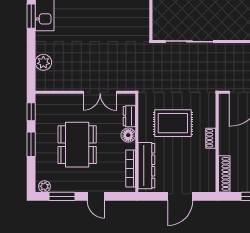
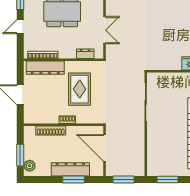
double door: (100, 92) -> (105, 30), swing flipped
floor lamp: (128, 135) -> (70, 53), removed
shoe rack: (224, 174) -> (51, 131), moved

